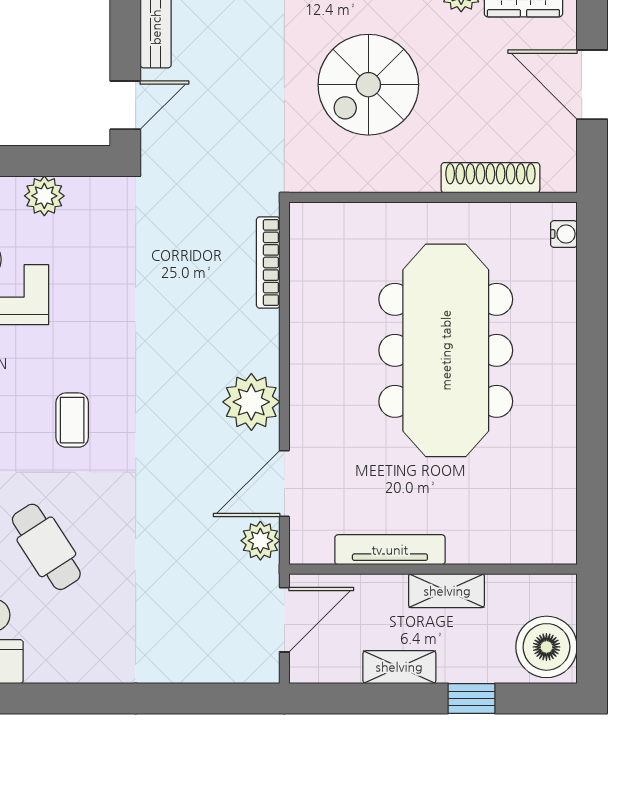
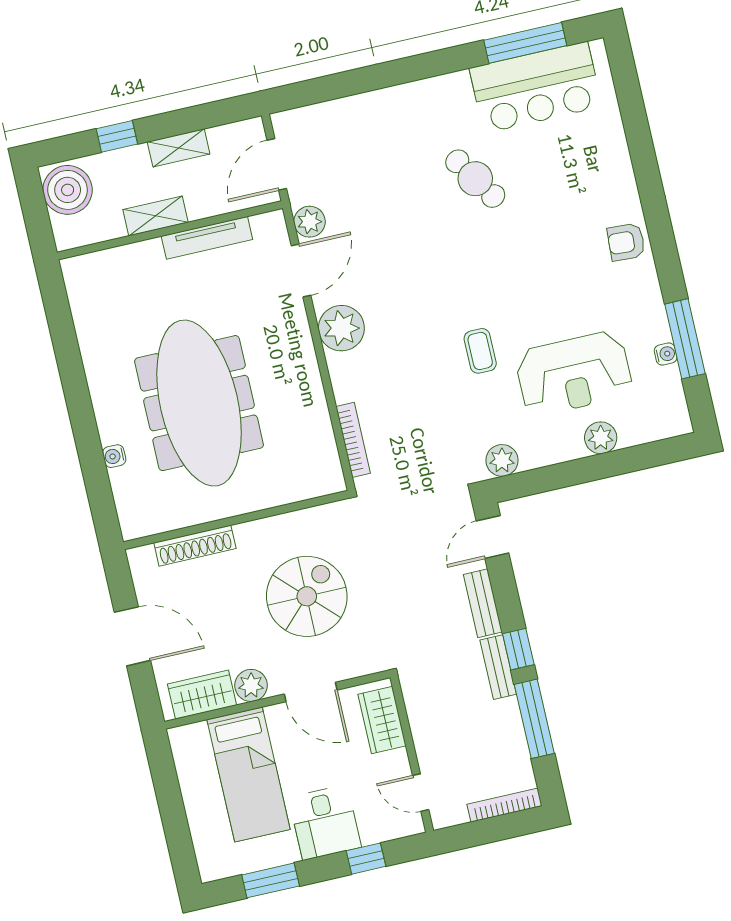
plant: (44, 196) -> (502, 460), moved
water cooler: (564, 234) -> (114, 456), moved
coffee table: (72, 420) -> (480, 351), moved

